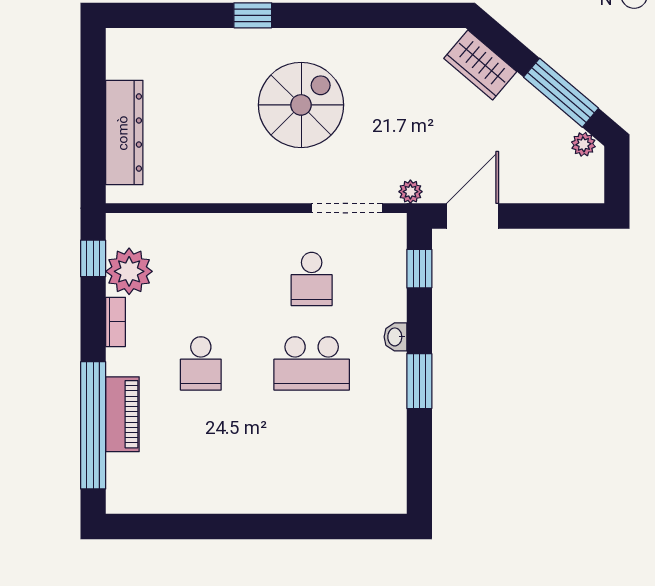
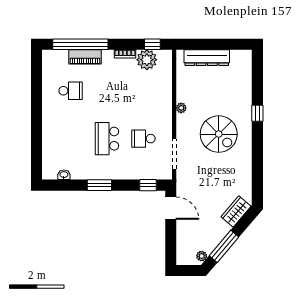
plant: (410, 192) -> (181, 108), moved
washbasin: (395, 337) -> (64, 175), moved
school desk: (201, 363) -> (71, 91), moved, turned 180

